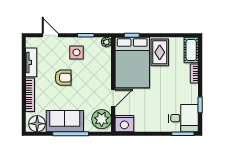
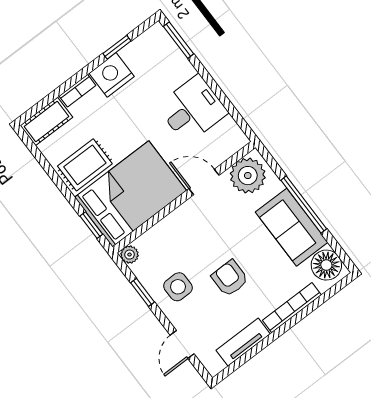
desk: (183, 118) -> (192, 109), moved, turned 90
nightstand: (124, 124) -> (112, 75), moved, turned -90

